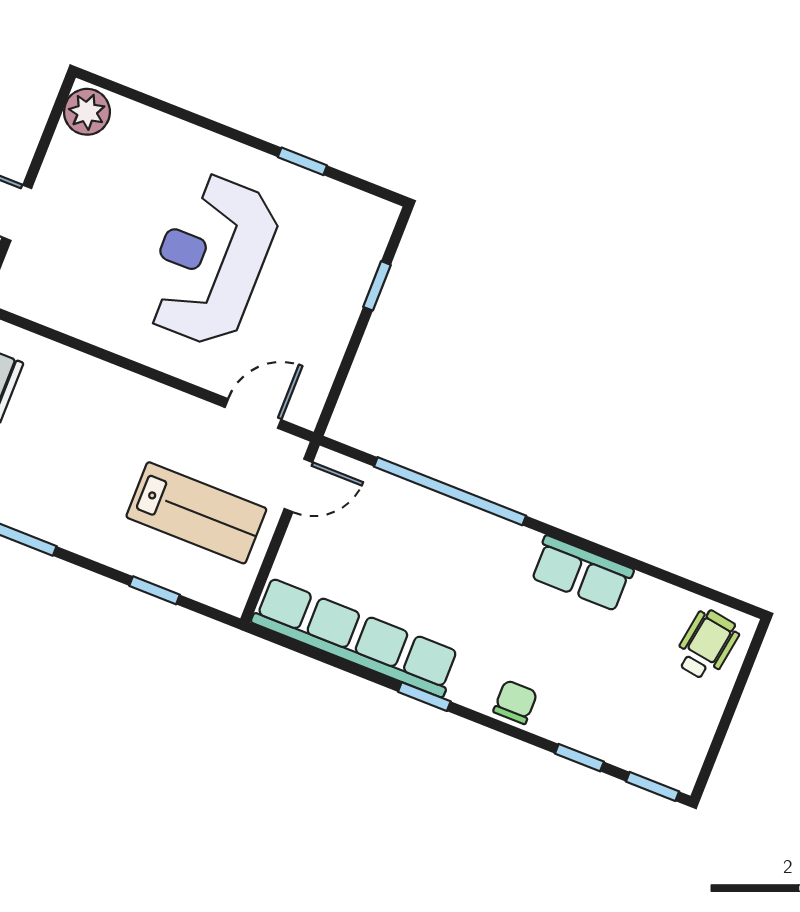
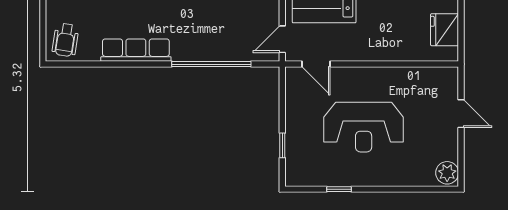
reception desk: (210, 260) -> (364, 127), turned 90
door: (253, 414) -> (316, 64), hinge flipped
row of seats: (582, 573) -> (136, 50), width x1.48

